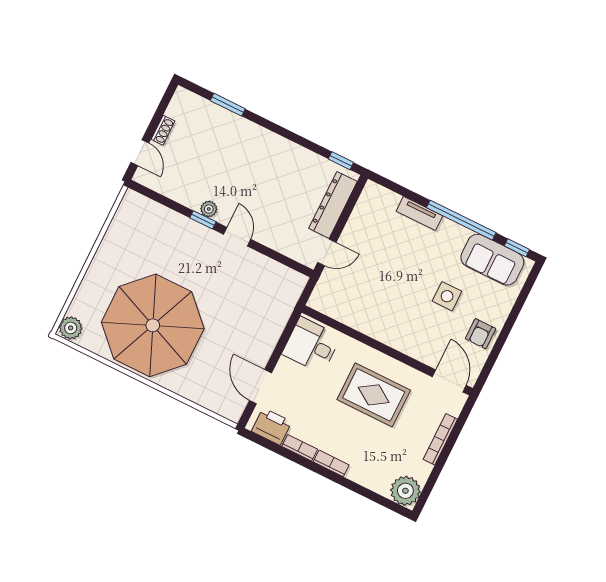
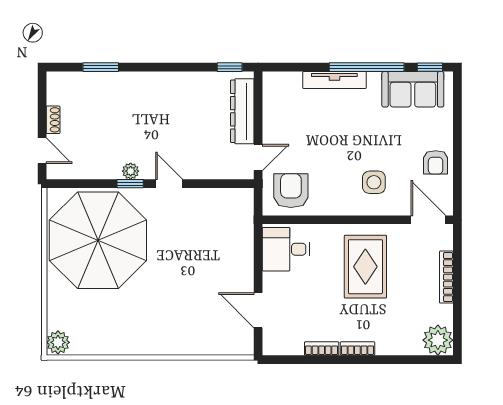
tv unit: (419, 213) -> (334, 80), width x1.41
armchair: (341, 296) -> (291, 191), added
side table: (447, 296) -> (374, 182), moved
parasol: (153, 325) -> (98, 240), moved
rug: (374, 395) -> (365, 267), turned 90
printer: (272, 426) -> (286, 342), removed

